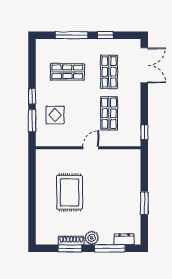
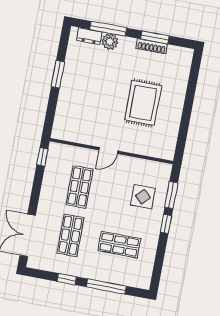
plant: (92, 238) -> (110, 42), moved

